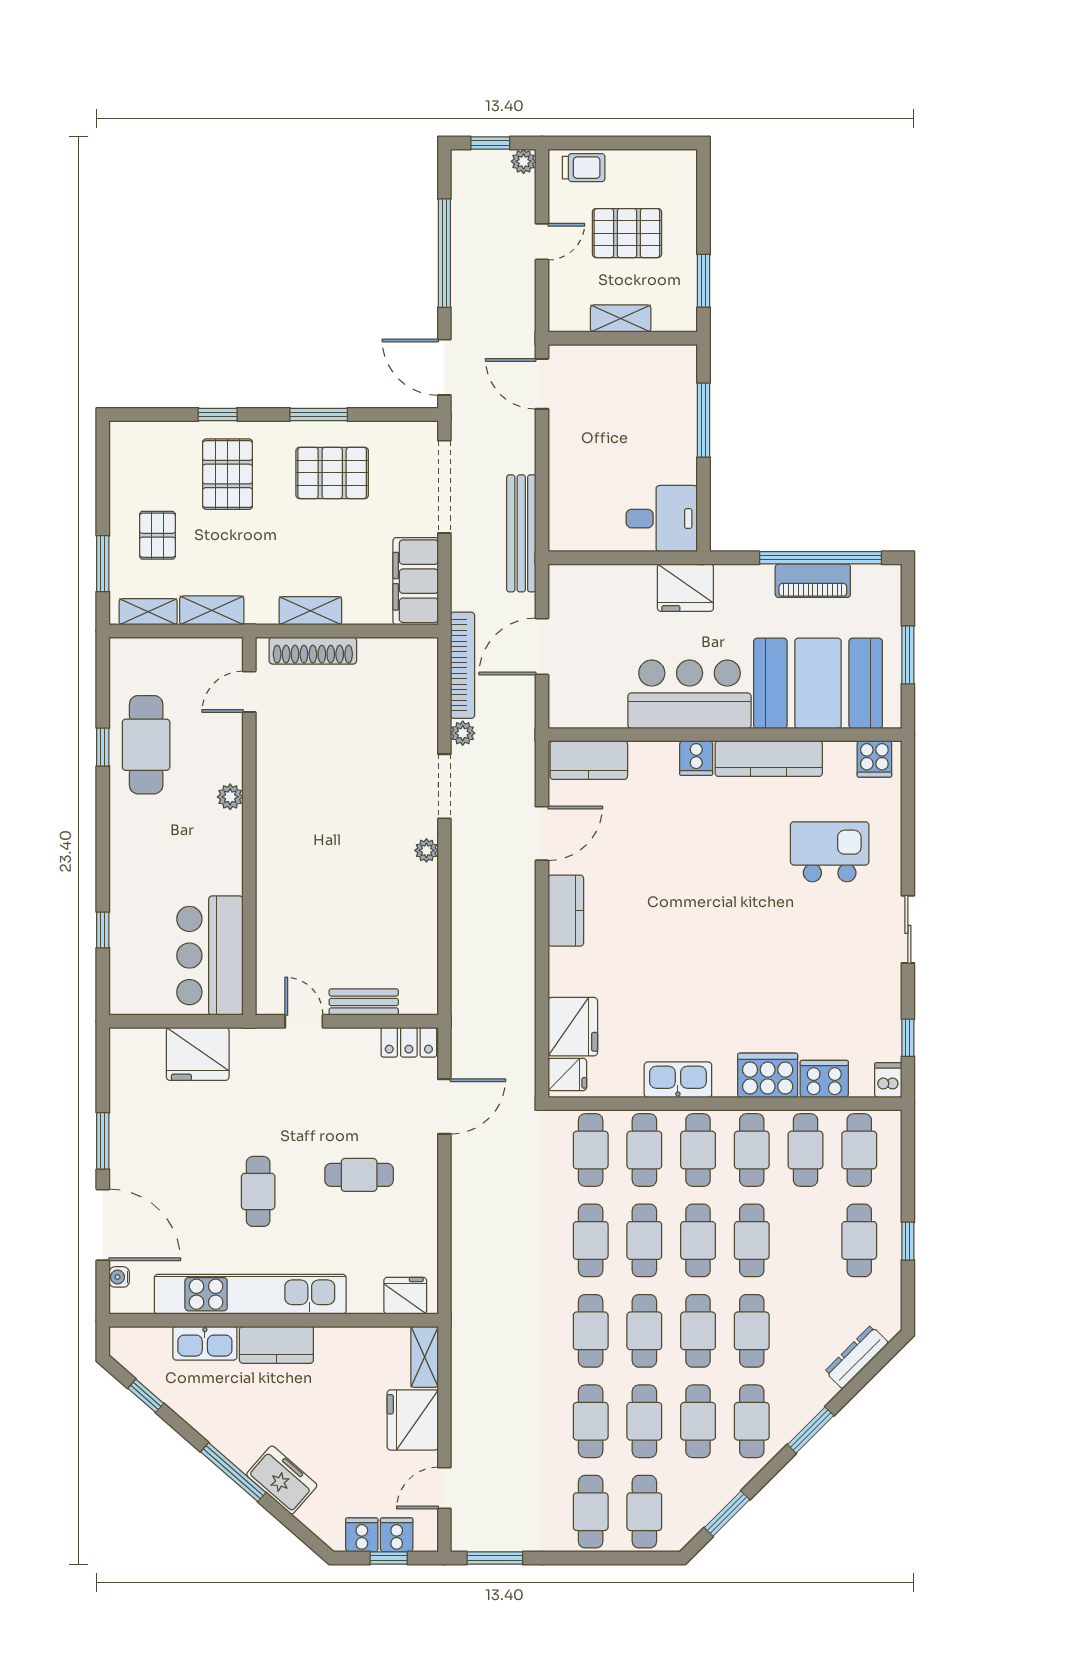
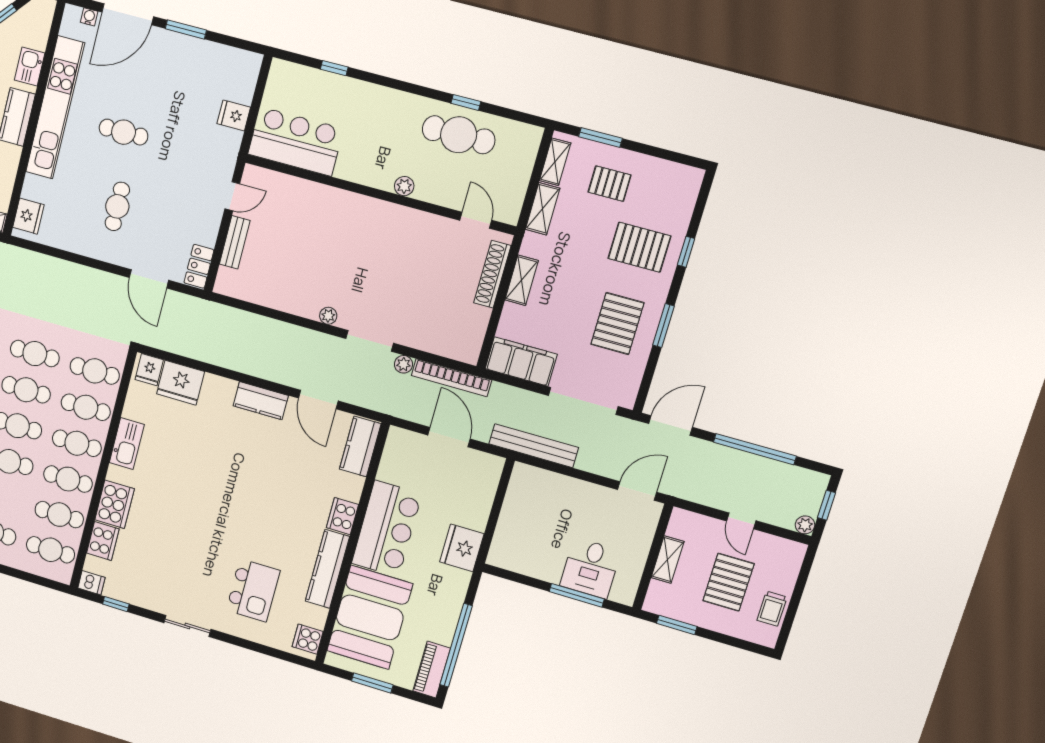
trolley: (584, 168) -> (772, 609), moved
desk: (662, 519) -> (590, 568), moved
piano: (813, 581) -> (432, 670), moved
cooker: (696, 758) -> (342, 516), width x1.36
fridge: (198, 1054) -> (234, 115), width x0.53, depth x0.75
kitchen sink: (205, 1343) -> (30, 66), width x0.73

